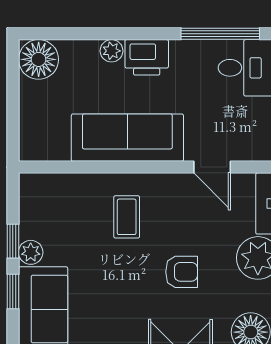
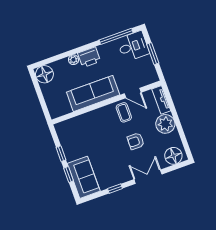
coffee table: (127, 217) -> (124, 112), moved
plant: (31, 252) -> (70, 156), removed
armchair: (182, 272) -> (136, 141), turned 180

